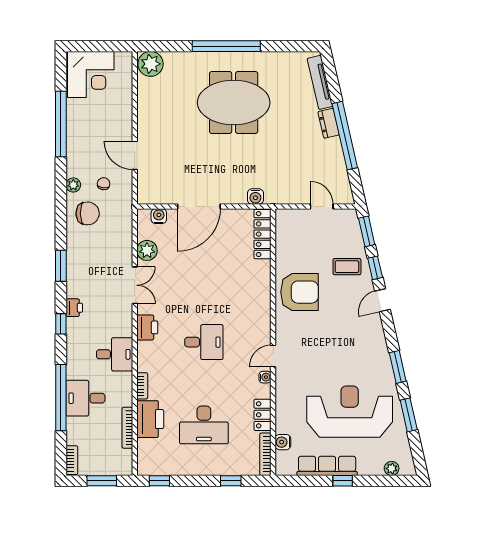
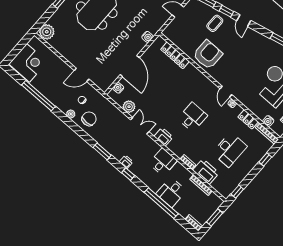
locker: (262, 234) -> (175, 55), moved

